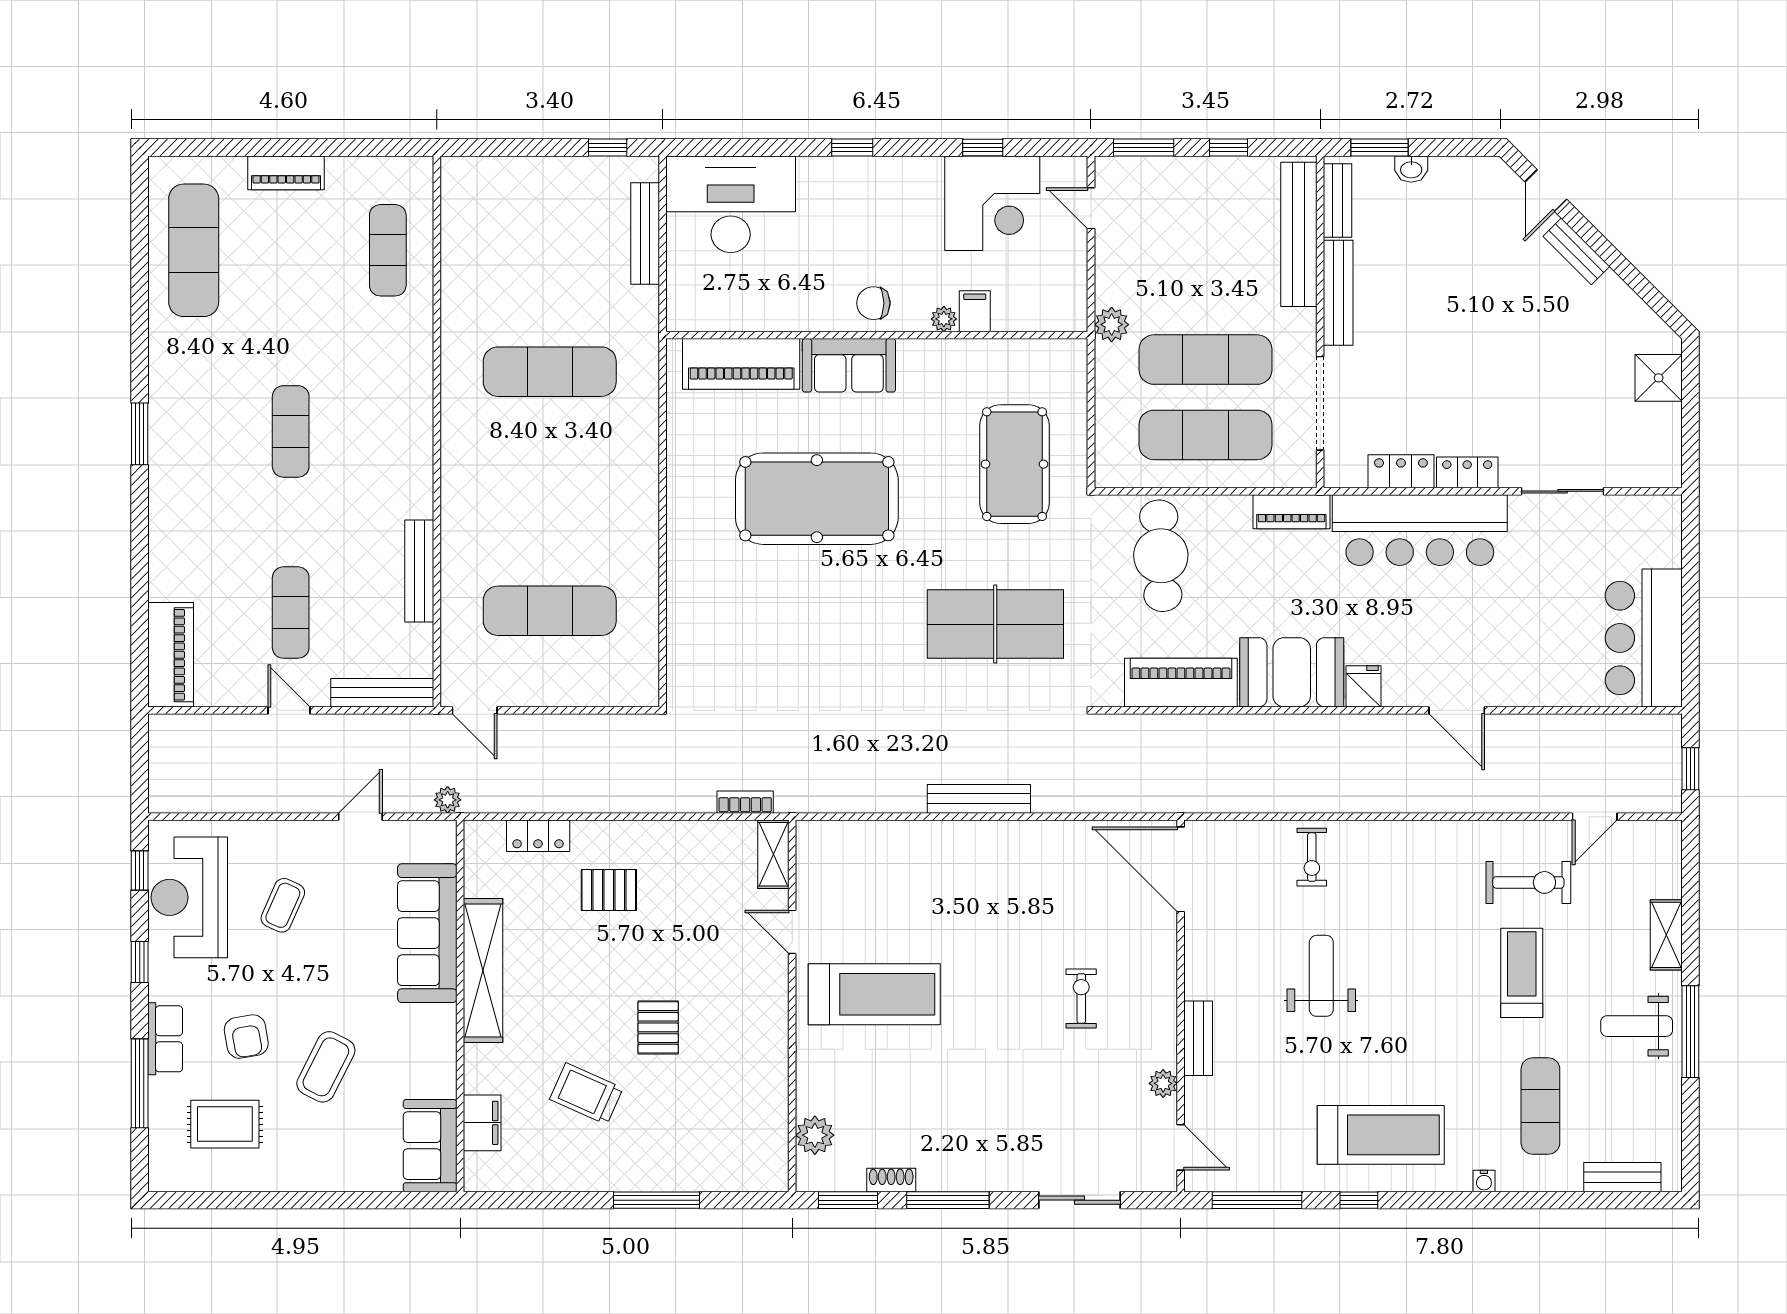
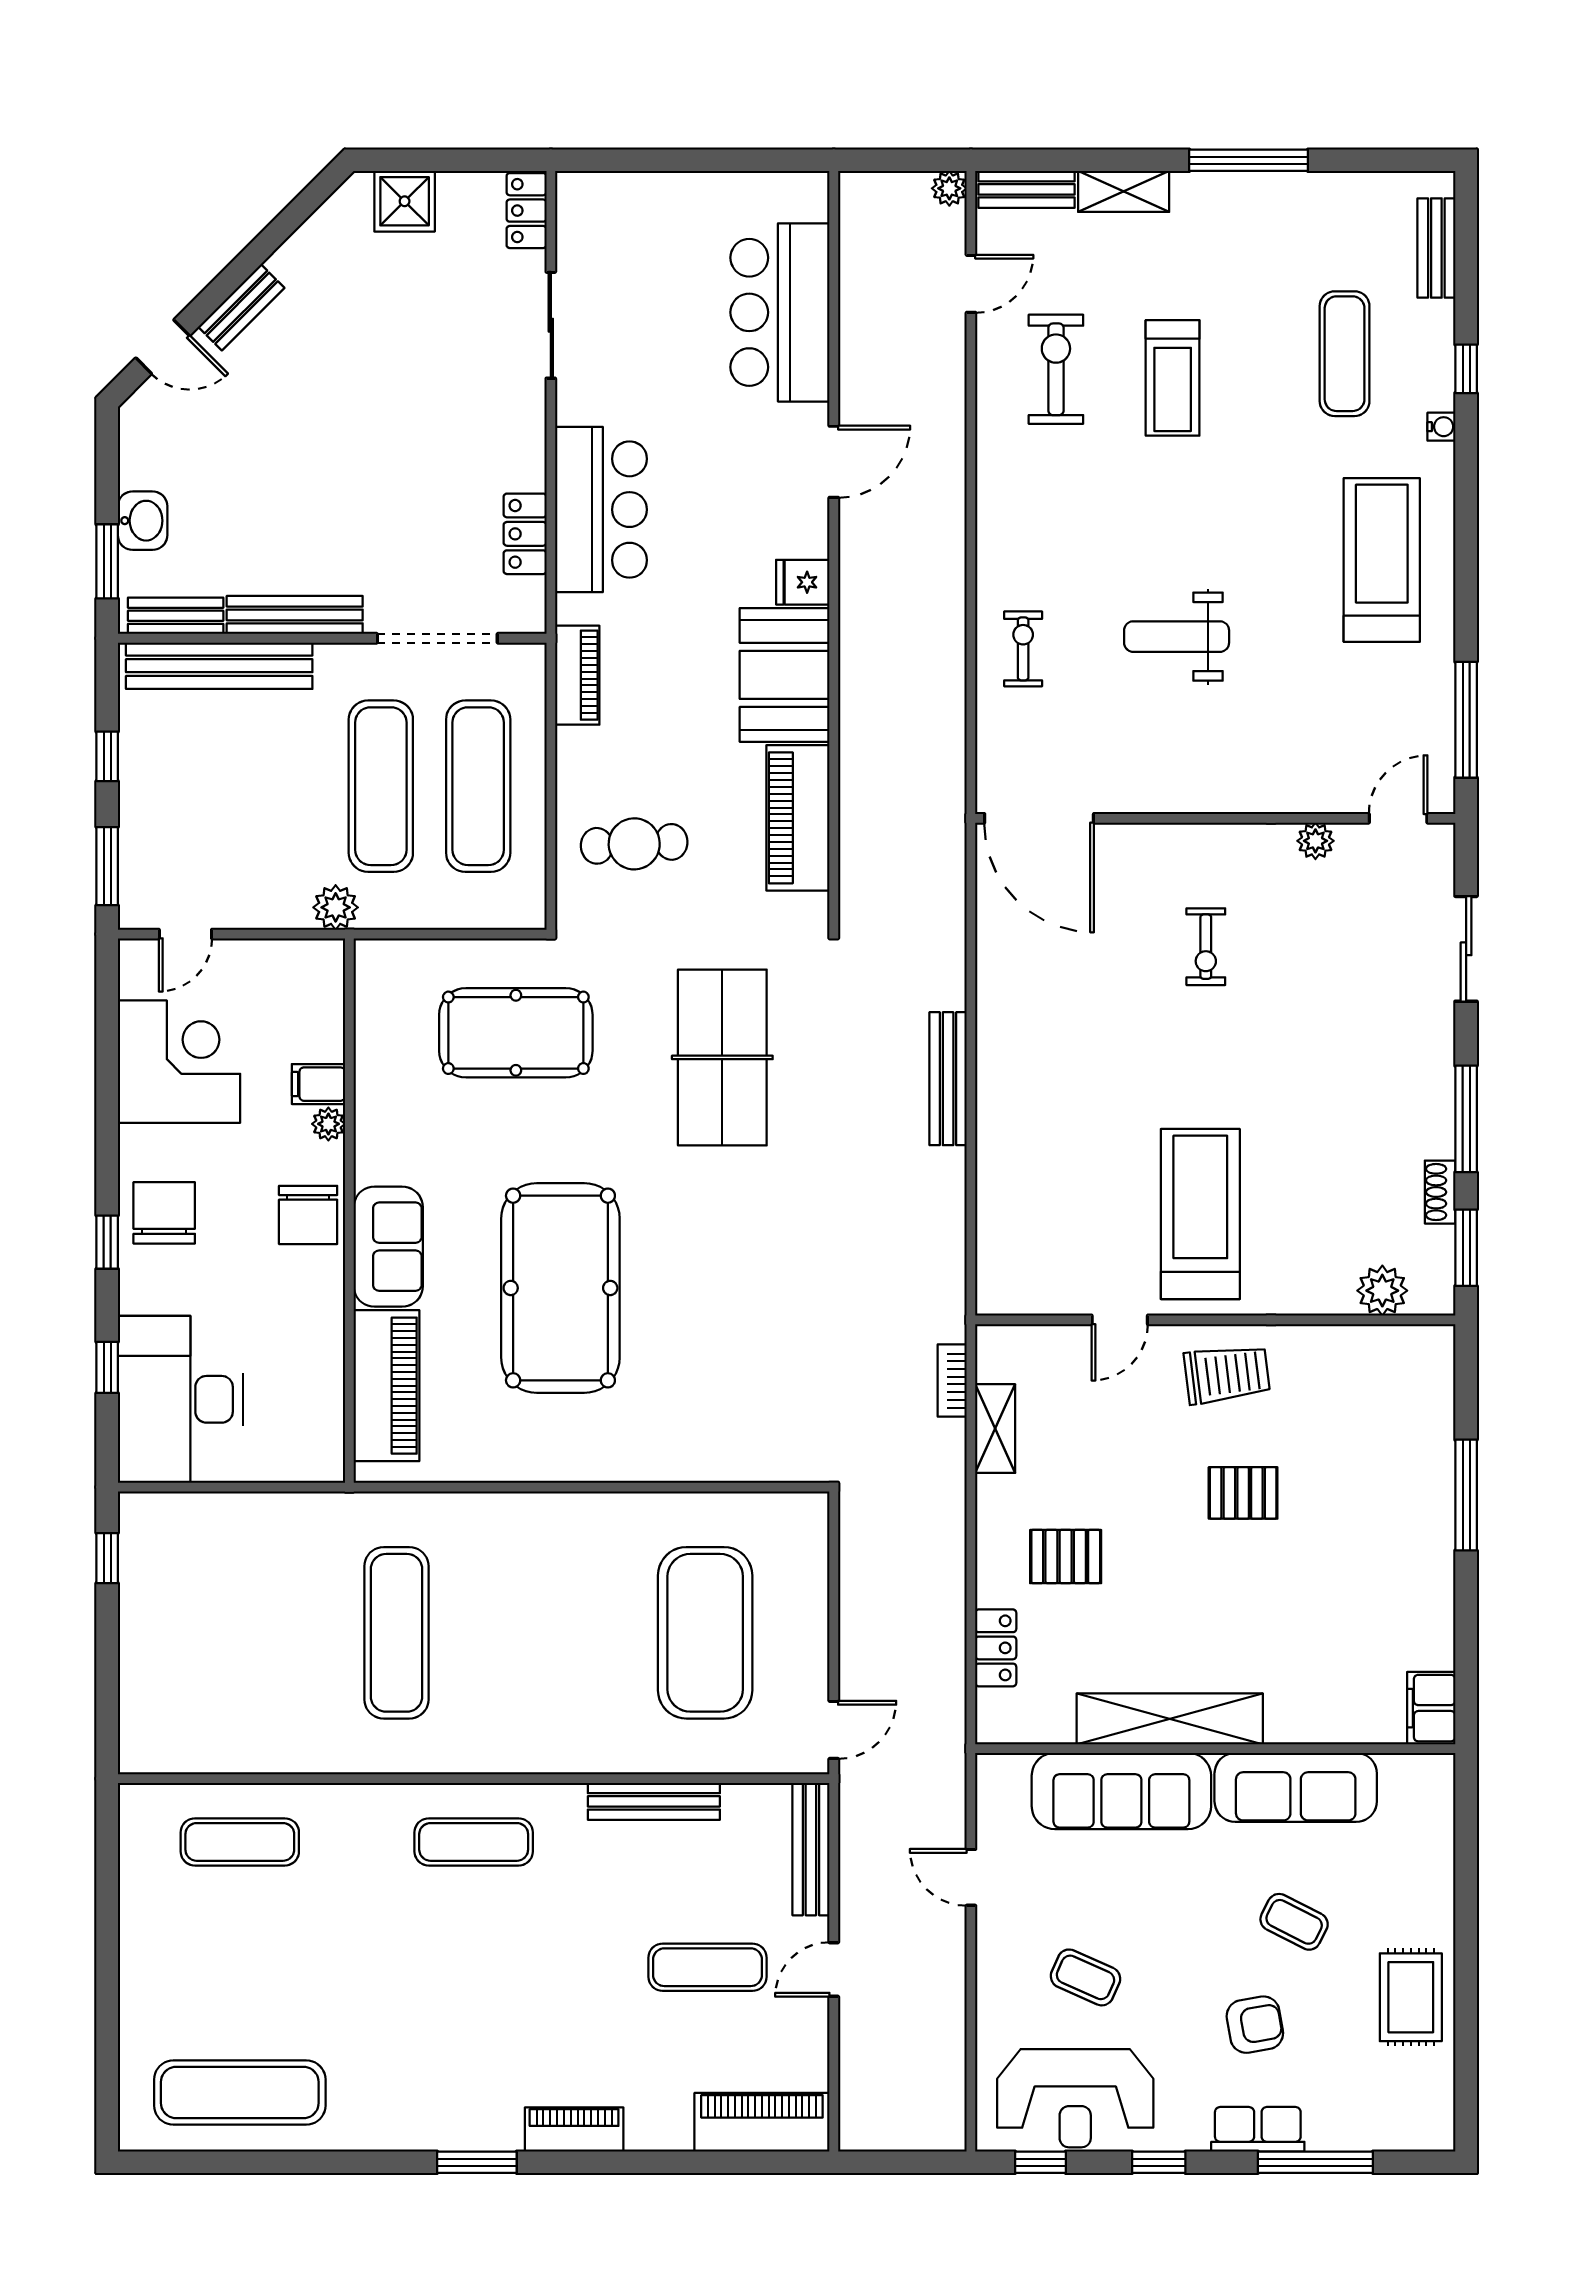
window: (983, 148) -> (107, 1367), moved
washbasin: (1411, 169) -> (143, 521), width x1.38, depth x1.45
piano: (286, 173) -> (574, 2130), moved, turned -90
chair: (875, 192) -> (164, 1213), added
bench: (645, 234) -> (218, 1510), removed
chair: (873, 303) -> (308, 1215), width x1.37, depth x1.37
exercise mat: (291, 431) -> (474, 1842), moved
locker: (1467, 472) -> (527, 211), moved
bar counter: (1420, 530) -> (601, 510), width x0.73
cafe table: (1161, 556) -> (634, 844), width x0.73, depth x0.74
exercise mat: (550, 611) -> (705, 1633), width x1.47
bar counter: (1644, 638) -> (780, 312), moved, turned 90
window: (1690, 769) -> (909, 160), removed
plant: (448, 800) -> (949, 188), moved
door: (1595, 817) -> (971, 284), hinge flipped
shelving: (773, 854) -> (995, 1429), moved, turned 90
exercise bike: (1312, 857) -> (1023, 649), turned -90
door: (1181, 869) -> (1039, 818), hinge flipped
pallet: (609, 890) -> (1066, 1557), turned 90
treadmill: (1522, 973) -> (1173, 378), turned -90
exercise bike: (1081, 999) -> (1206, 947), turned -90
weight bench: (1637, 1026) -> (1241, 230), removed
bench: (1198, 1038) -> (1027, 189), moved
coffee table: (326, 1067) -> (1294, 1922), width x0.73, depth x0.77
trolley: (586, 1094) -> (1227, 1374), moved, turned -121
exercise mat: (1540, 1106) -> (1345, 354), turned 90
filing cabinet: (482, 1123) -> (1431, 1708), moved, turned -90
rug: (225, 1124) -> (1411, 1997), moved
sofa: (430, 1146) -> (1296, 1787), moved, width x1.36
window: (1359, 1200) -> (1466, 369), moved

